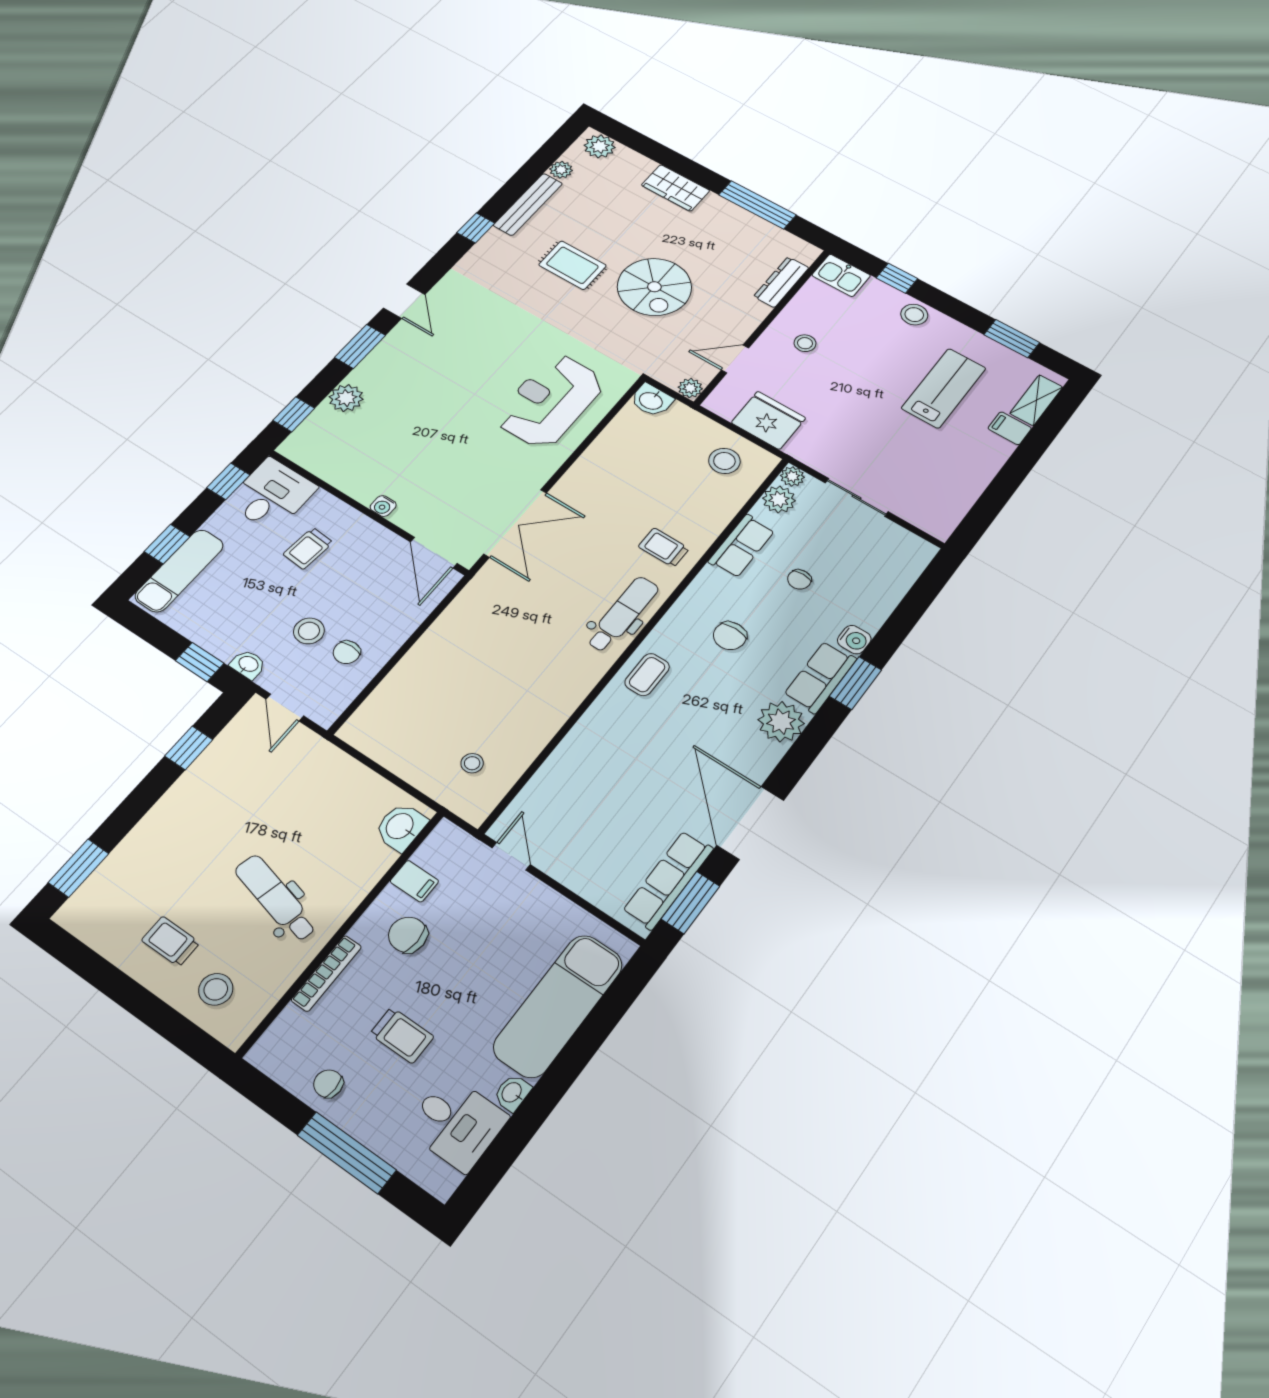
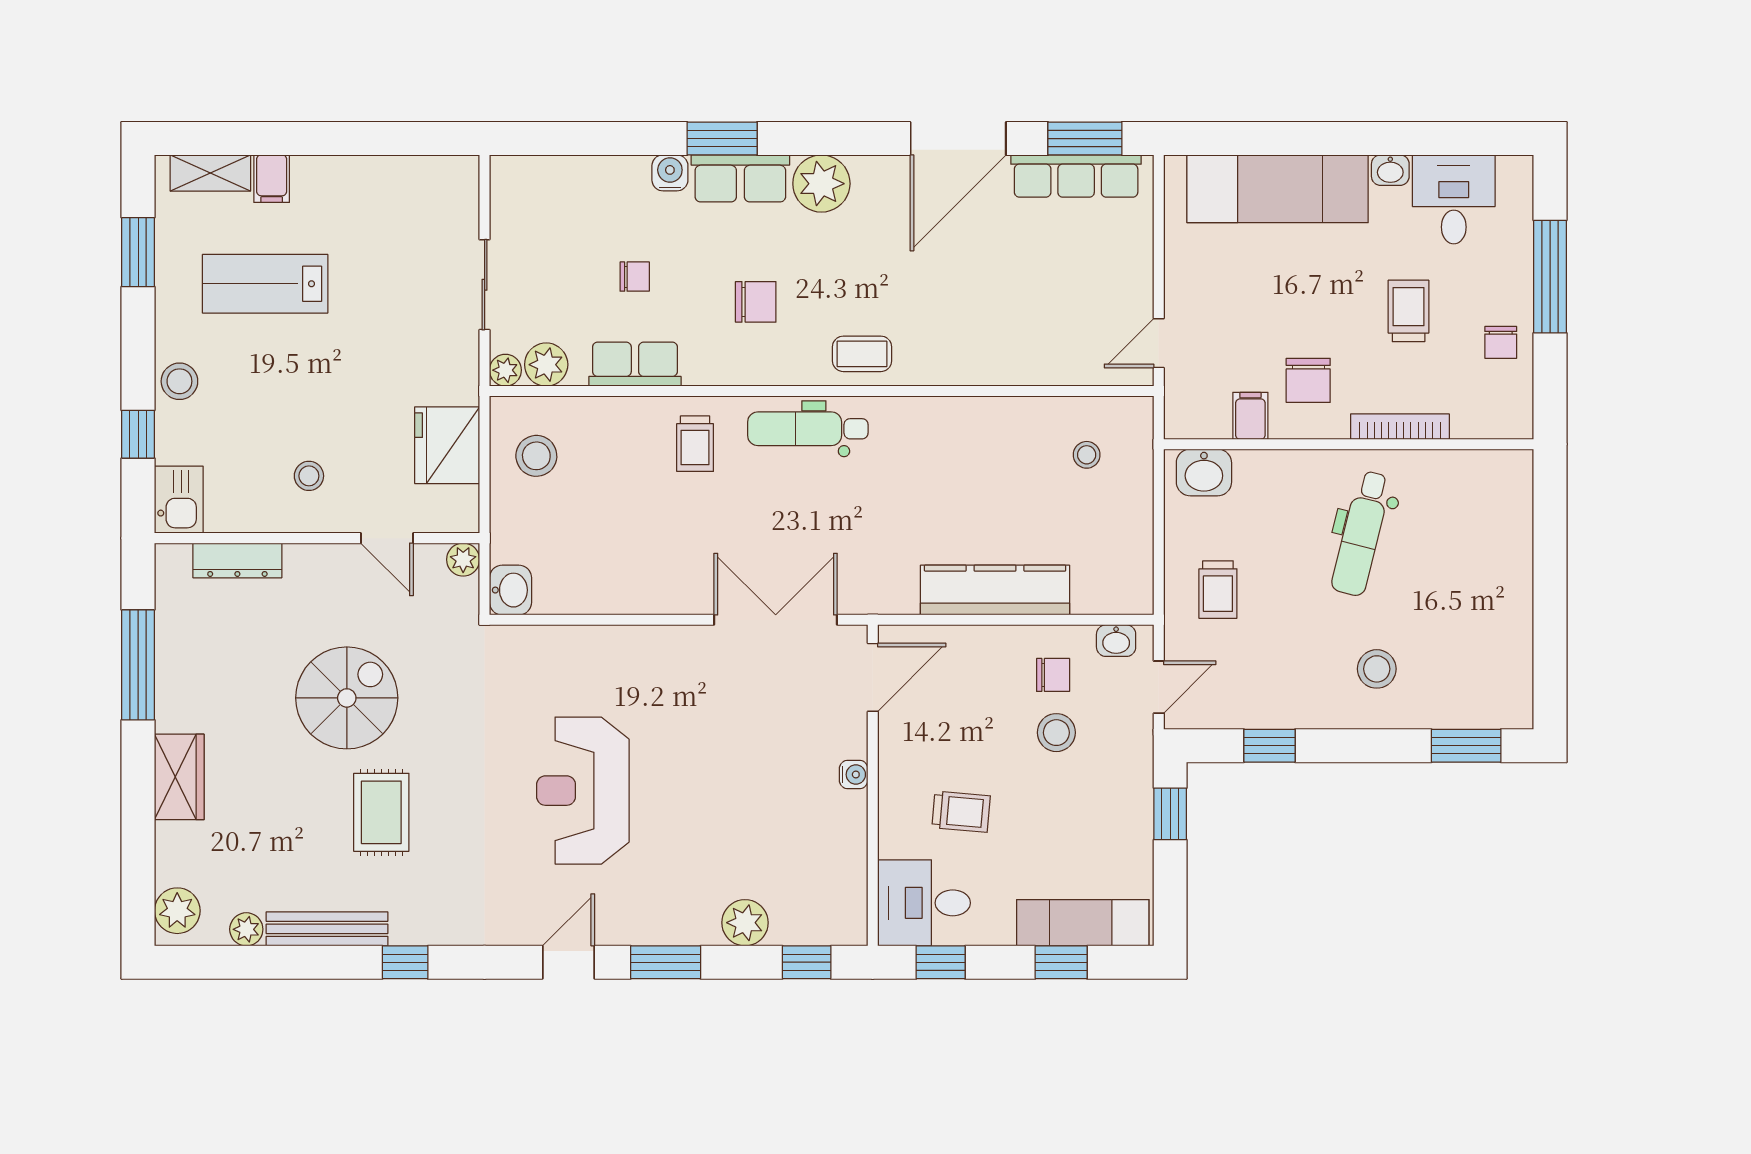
reception desk: (550, 401) -> (583, 791), moved, turned 90
kitchen counter: (430, 654) -> (995, 590), added
washbasin: (248, 664) -> (1116, 641), moved, turned -90
trolley: (171, 941) -> (1218, 590), moved
stool: (216, 989) -> (1377, 669), moved

